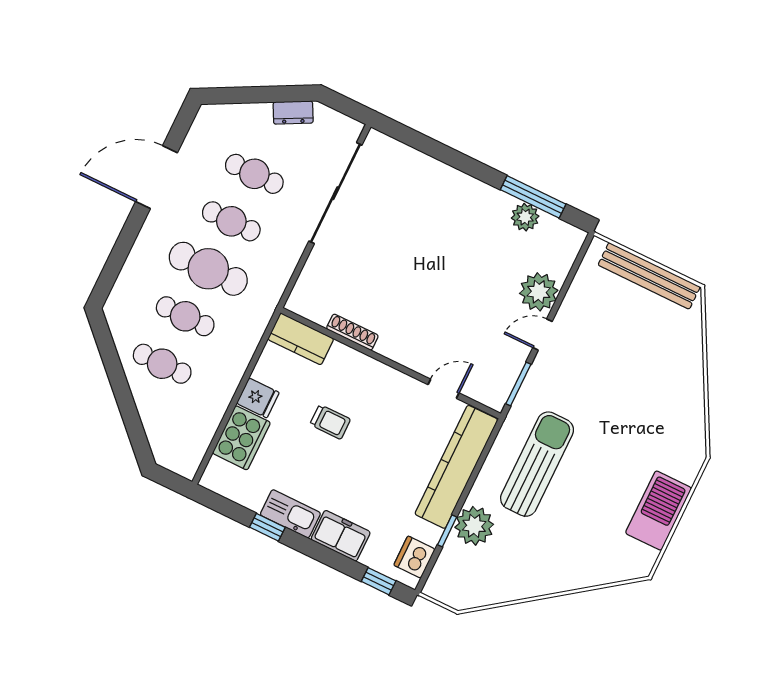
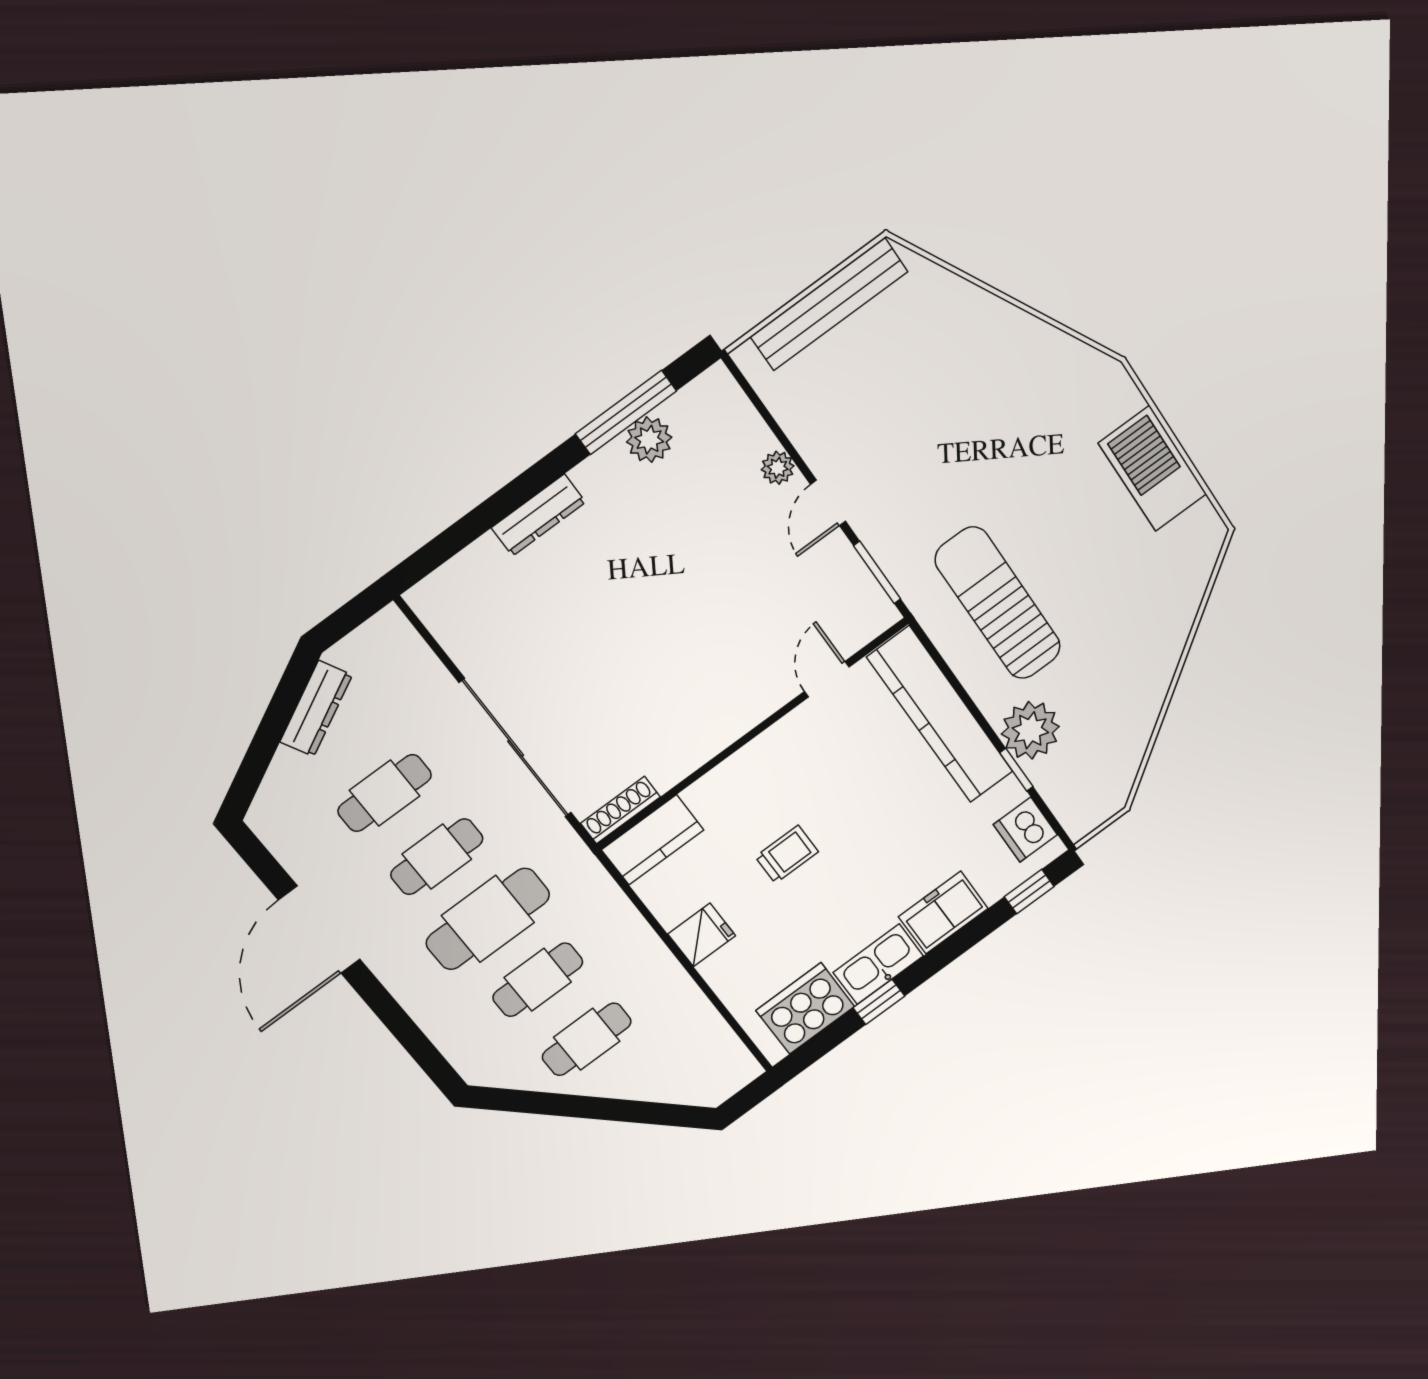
dresser: (293, 113) -> (316, 709), width x1.44
dresser: (453, 179) -> (538, 515), added
sliding door: (335, 193) -> (516, 748), moved
plant: (539, 292) -> (778, 468), width x0.53, depth x0.53
shoe rack: (352, 332) -> (620, 810), moved
cooker: (241, 438) -> (805, 1008), moved, turned -90

